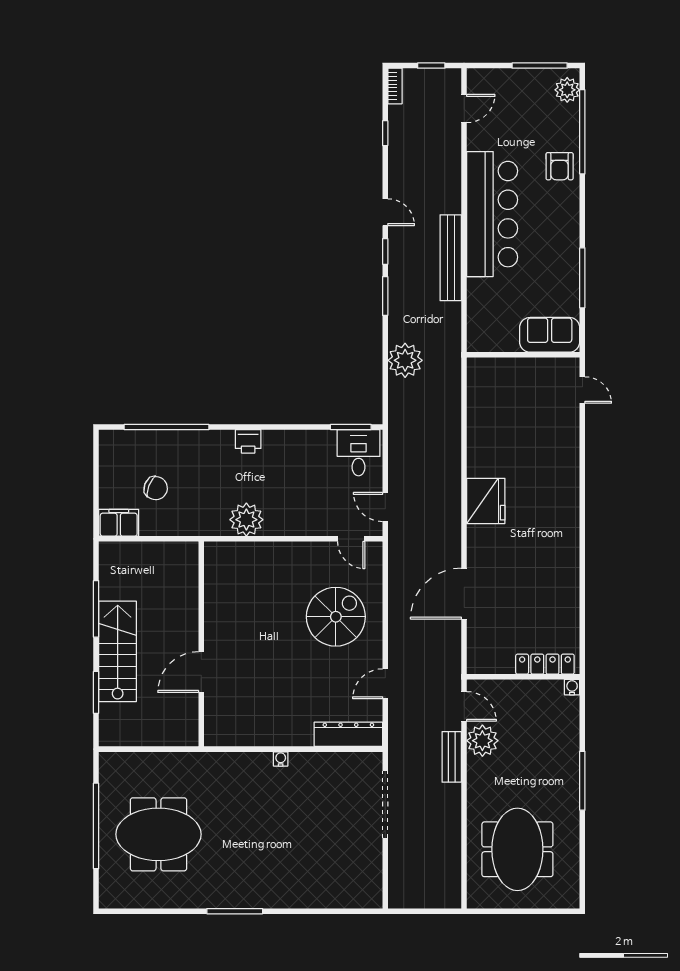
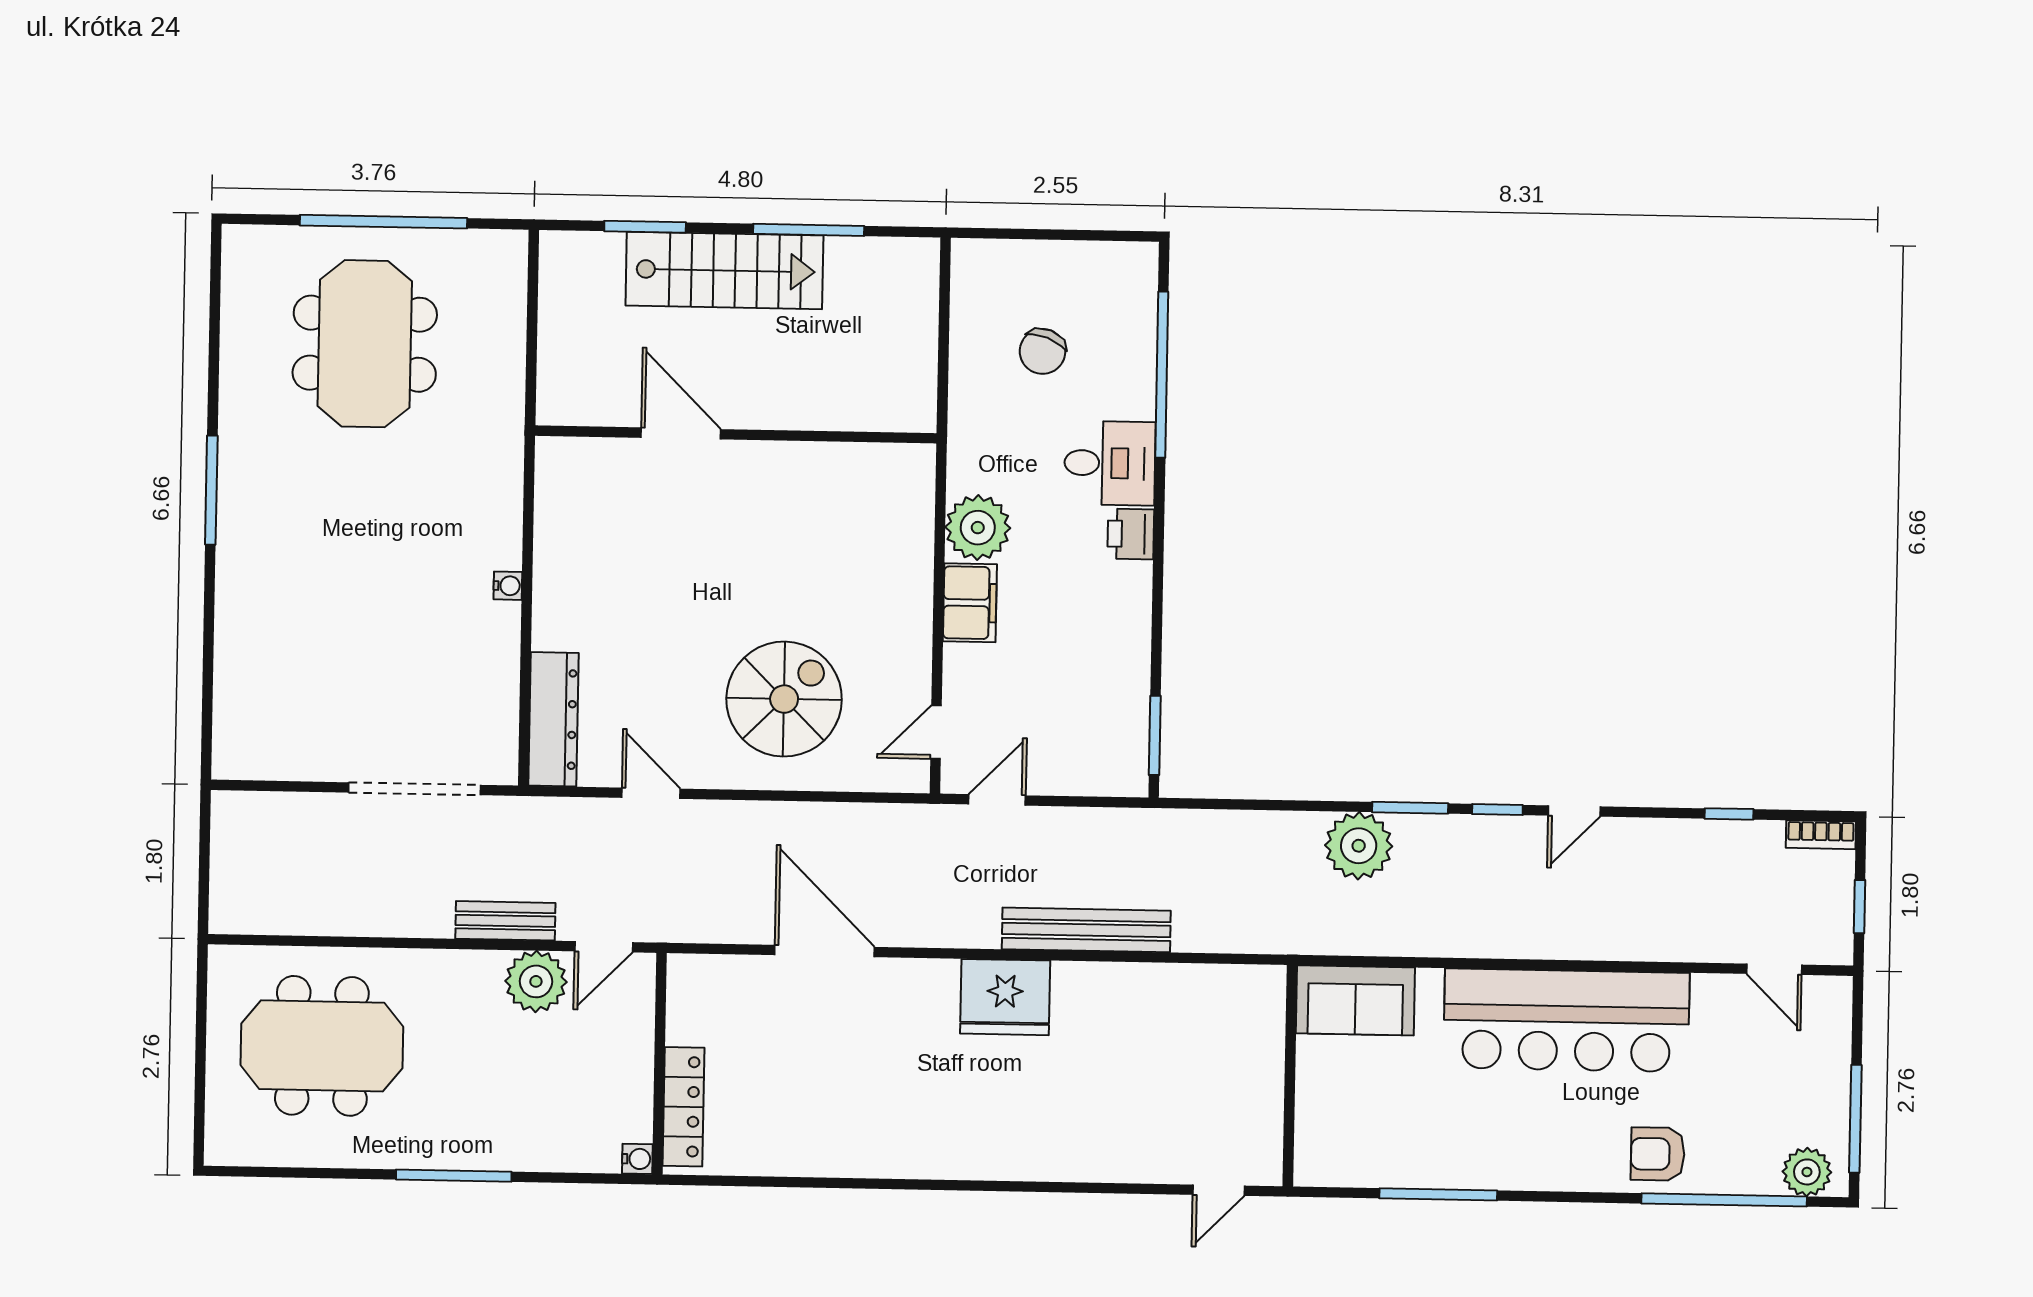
bench: (451, 258) -> (1086, 930), moved
sofa: (550, 335) -> (1355, 1000), moved, turned 90
plant: (405, 360) -> (1359, 846), moved
desk: (359, 453) -> (1110, 463), moved
filing cabinet: (119, 523) -> (970, 603), moved
spiral stairs: (336, 617) -> (784, 699), turned -90

